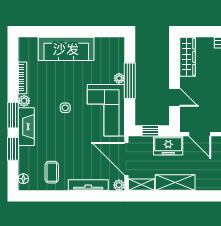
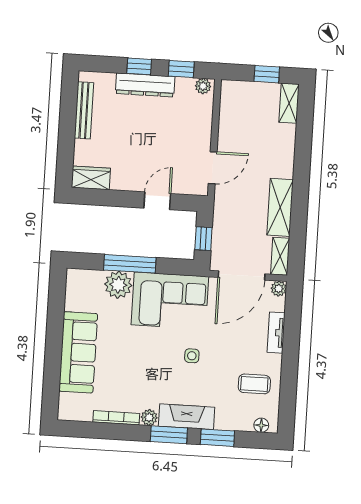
wardrobe: (188, 57) -> (91, 178), width x0.67
plant: (119, 78) -> (118, 285), width x1.88, depth x1.88
side table: (65, 108) -> (192, 356), moved
freezer: (168, 146) -> (226, 214), removed
tv unit: (88, 185) -> (276, 333), width x0.71

